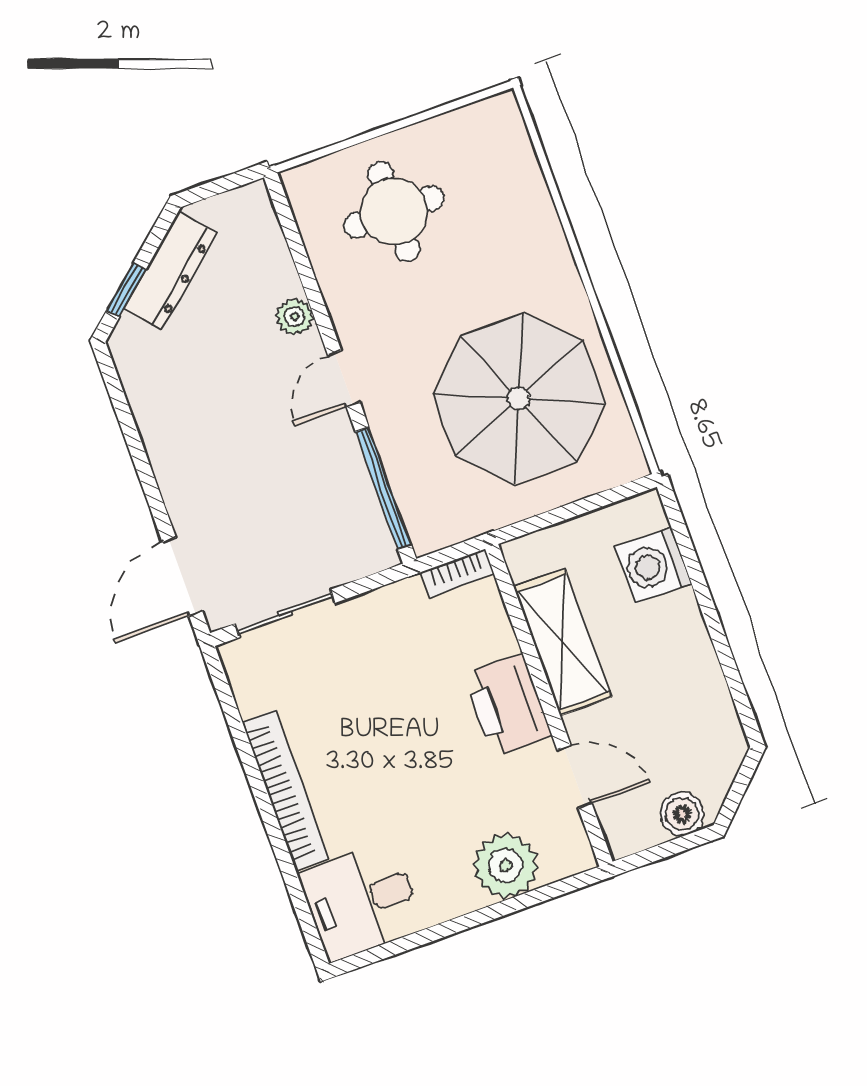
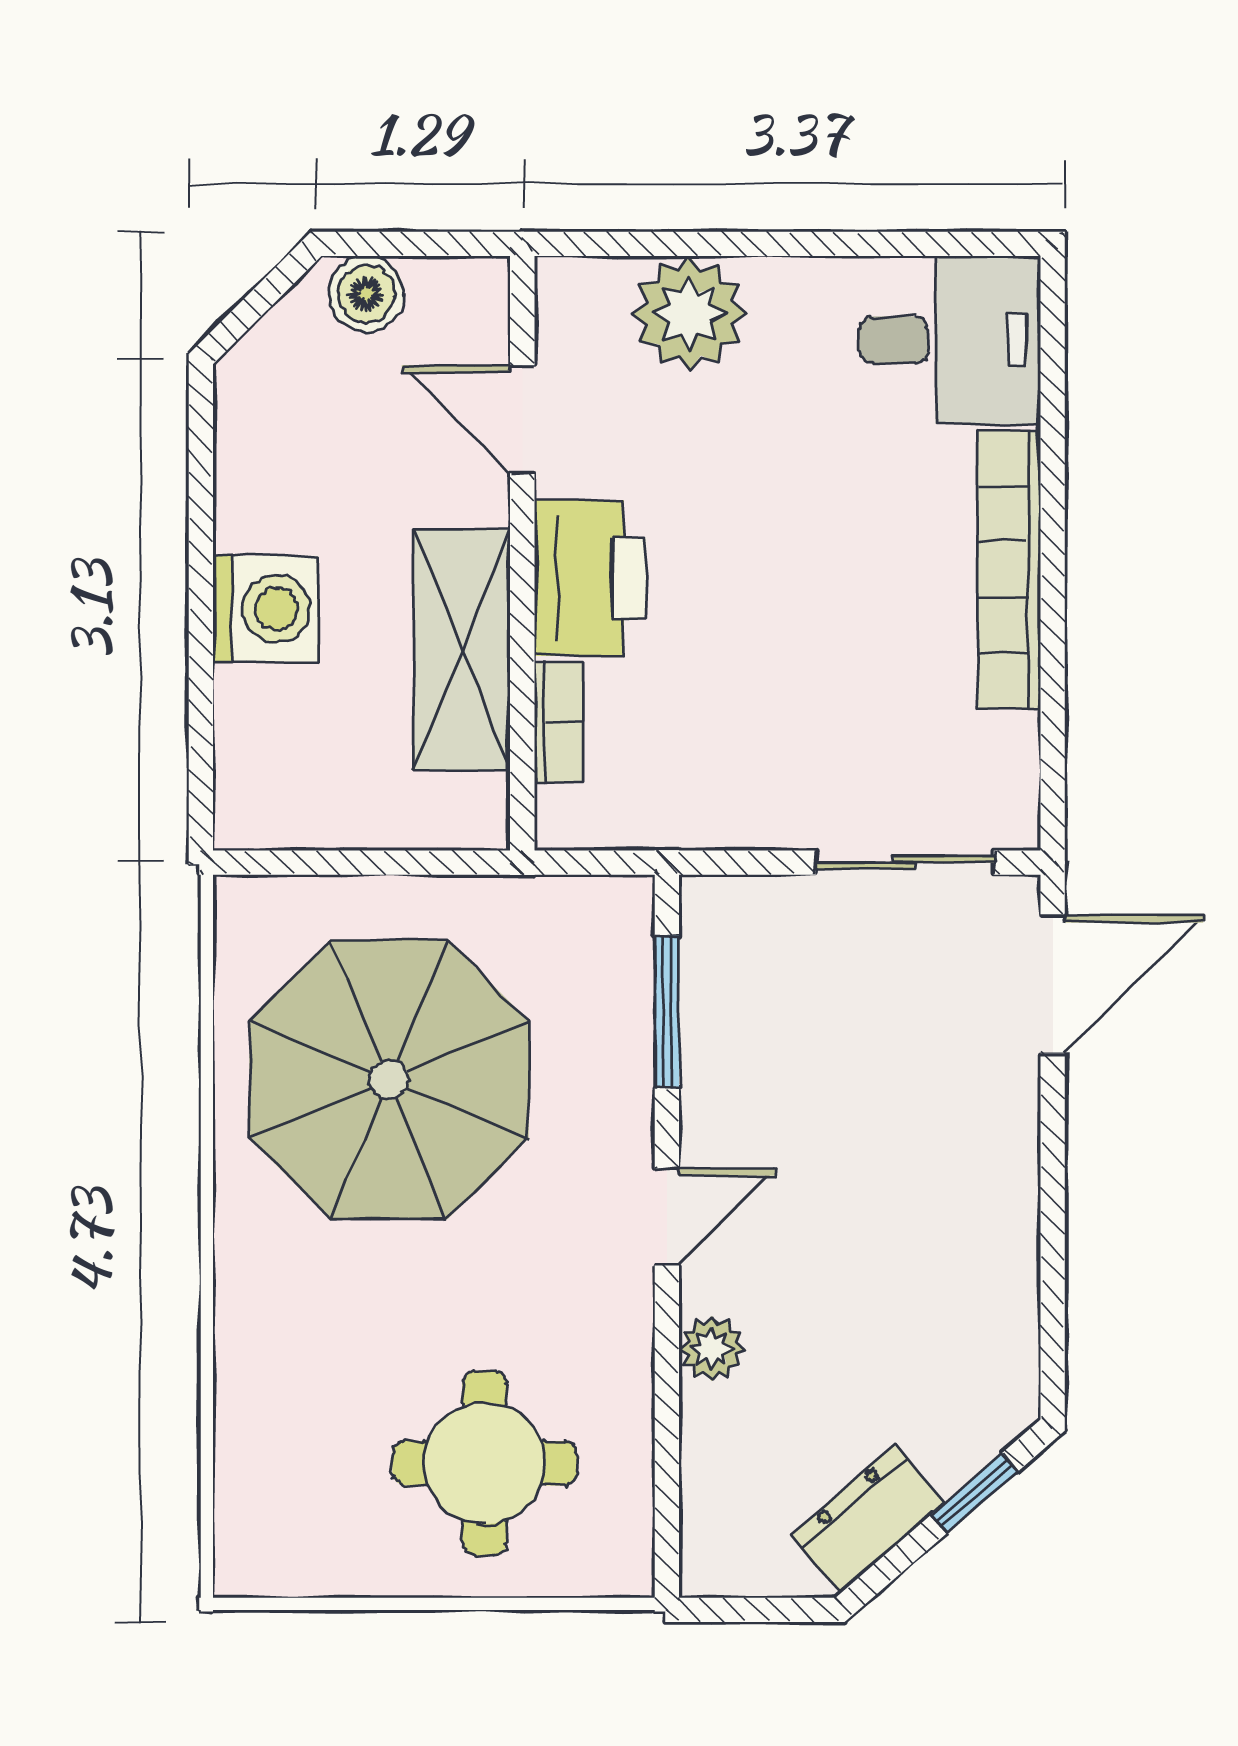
dresser: (170, 271) -> (868, 1519), width x0.70
window: (383, 488) -> (667, 1012), width x0.69
washing machine: (653, 565) -> (266, 609), moved
bookcase: (458, 573) -> (558, 722), moved, turned 90

